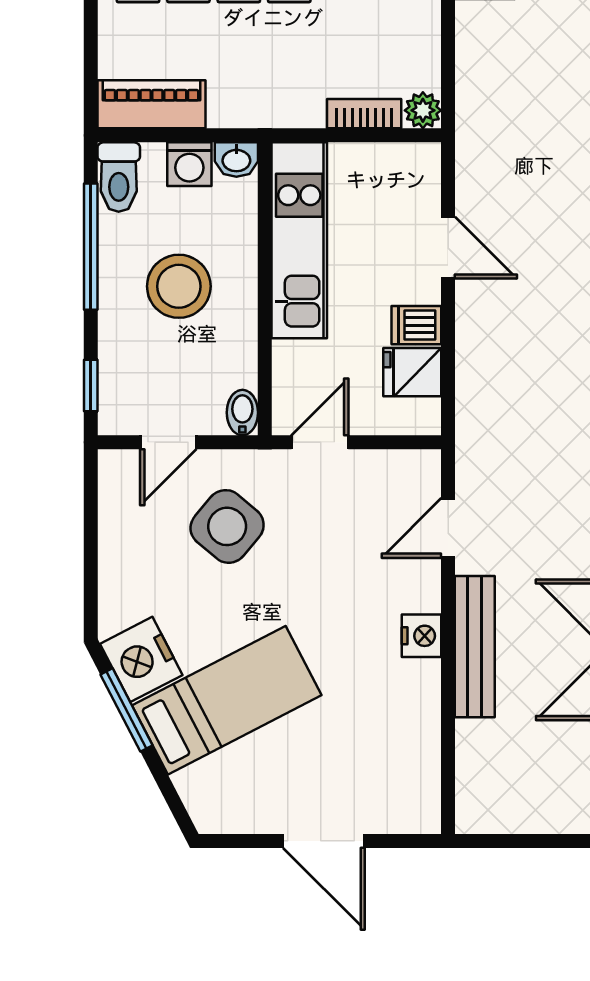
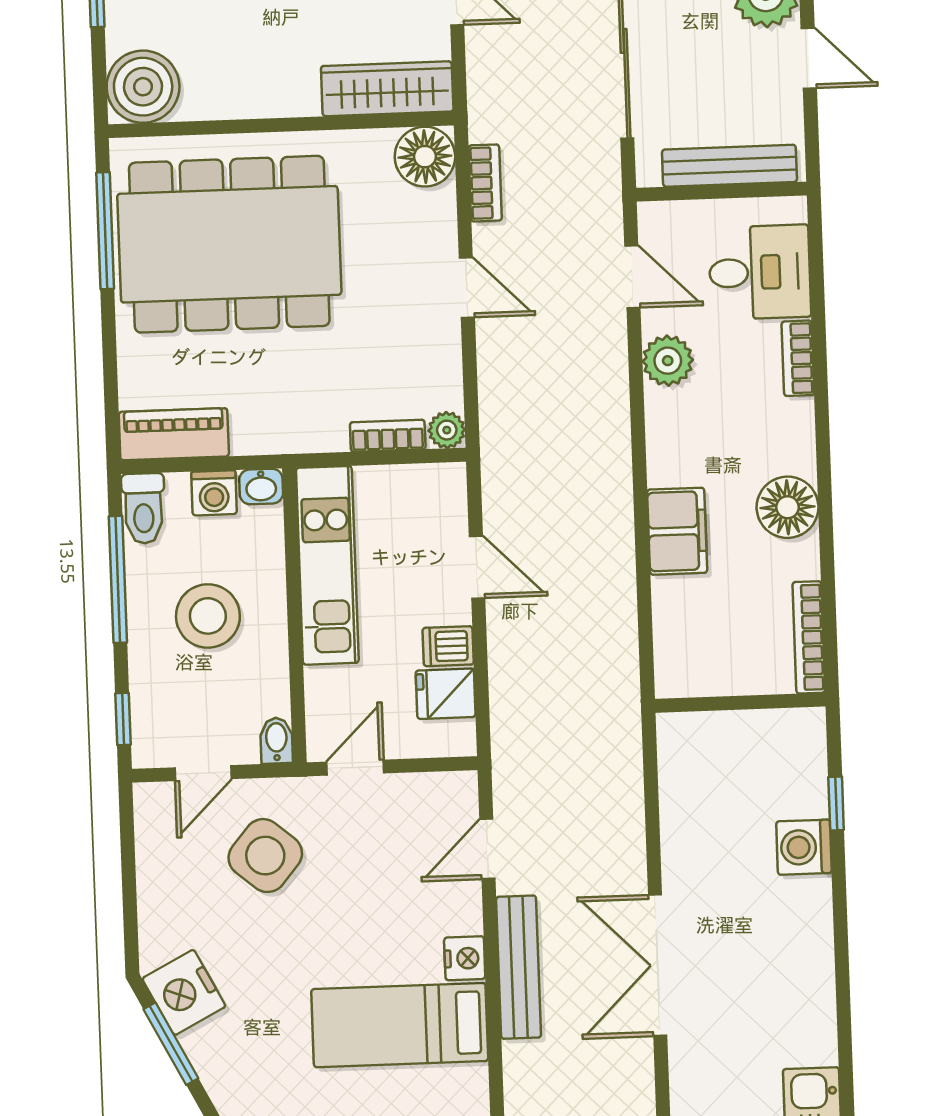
bed: (227, 700) -> (400, 1025), moved, turned -153

